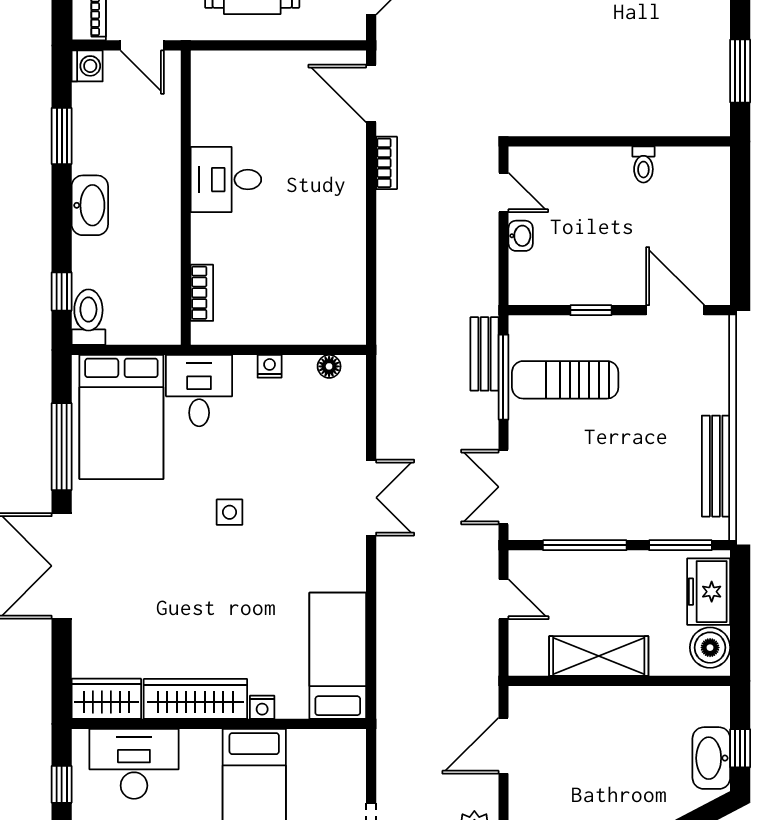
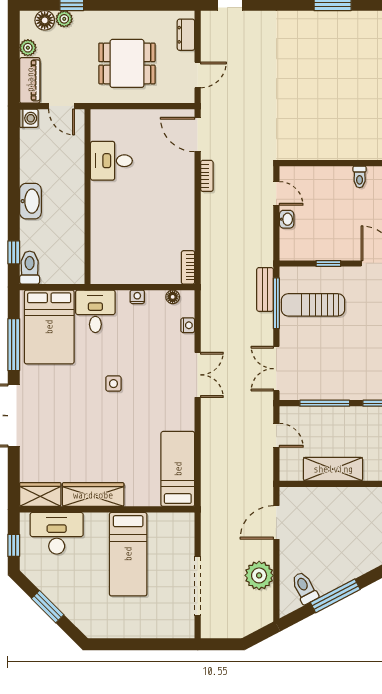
window: (62, 136) -> (14, 160), removed
desk: (226, 180) -> (111, 161), moved
bookcase: (202, 293) -> (188, 267), moved, turned 180
nightstand: (262, 707) -> (188, 325), moved, turned -90

